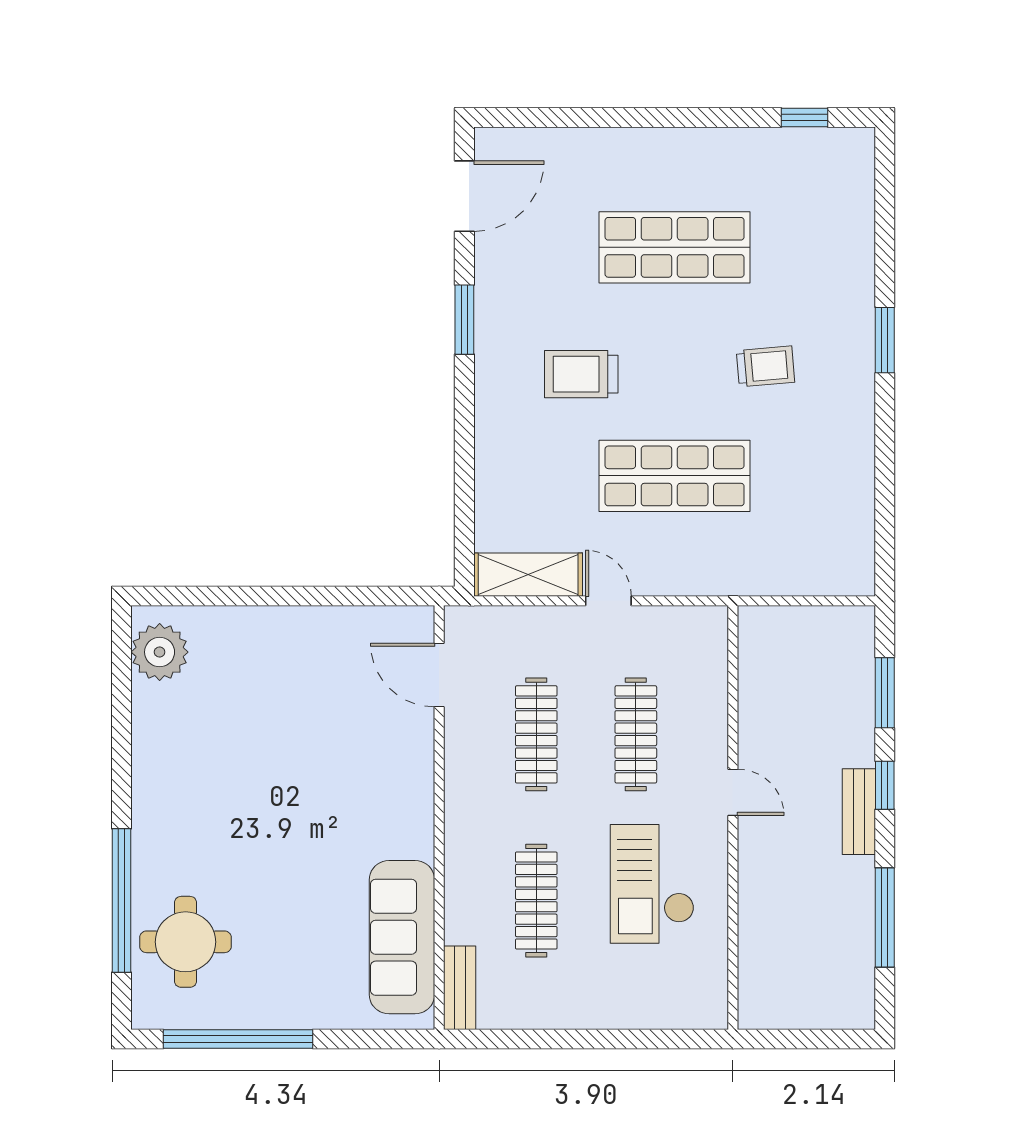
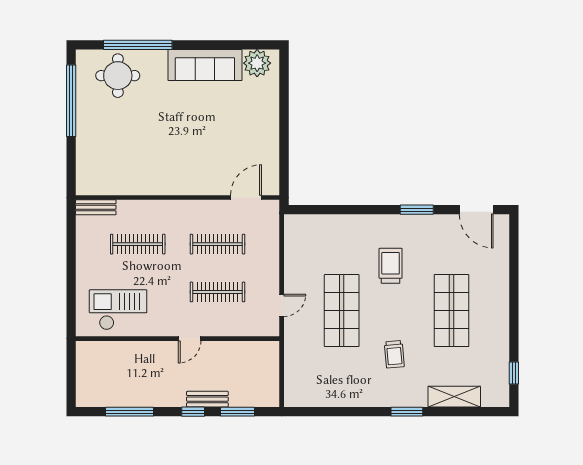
shelving: (528, 575) -> (454, 397), moved, turned 90
door: (608, 601) -> (282, 305), moved
bench: (859, 812) -> (207, 399), moved
checkout: (652, 884) -> (118, 310), moved
sofa: (402, 937) -> (205, 65), moved, turned 180

